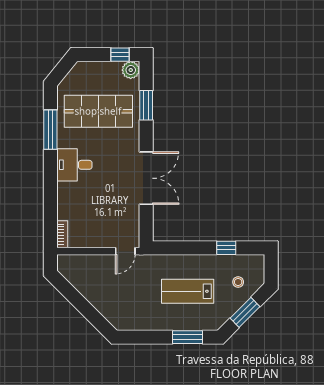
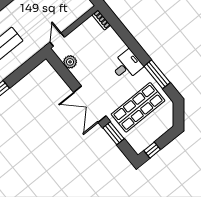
plant: (131, 70) -> (70, 62), moved
double door: (146, 178) -> (90, 104), moved

